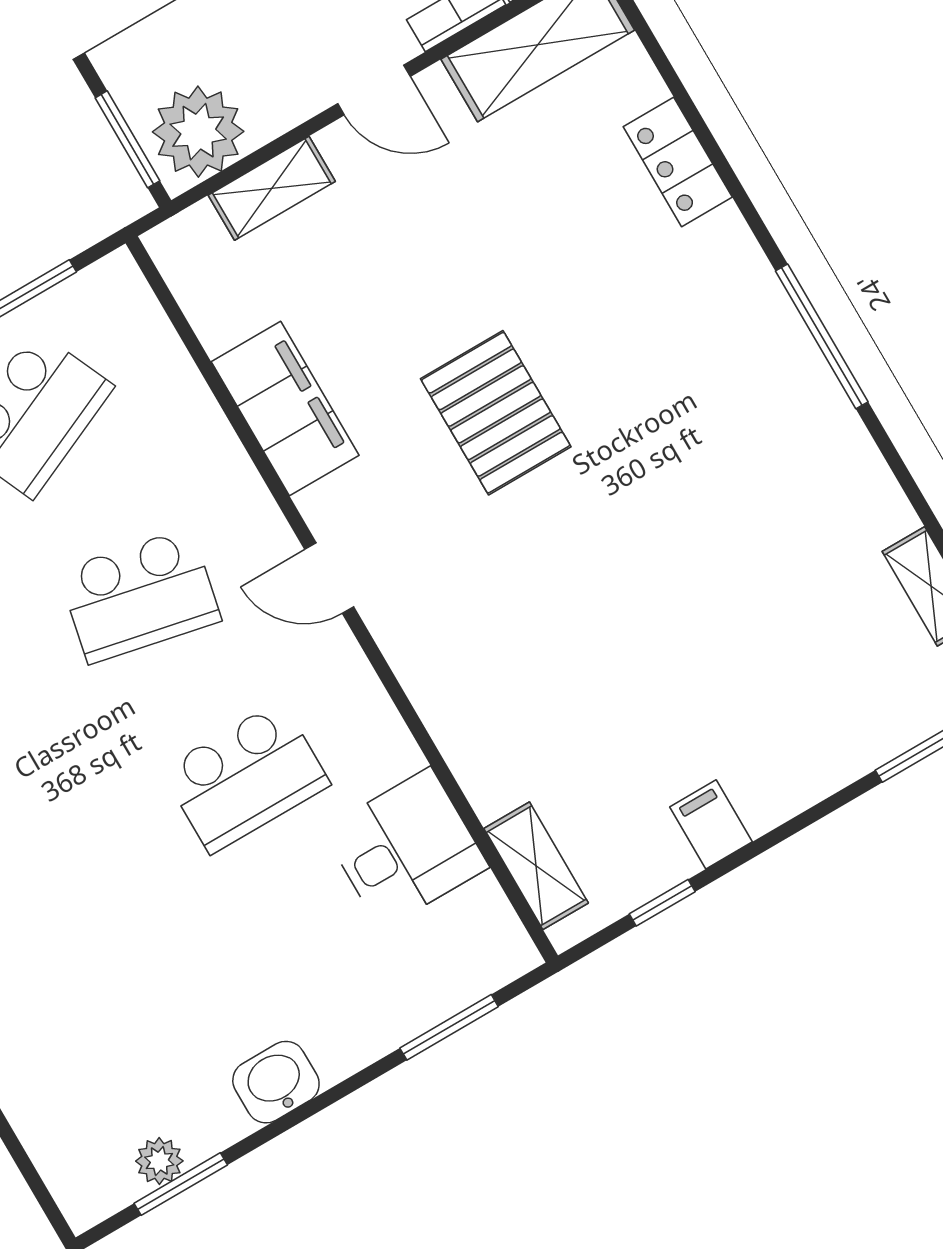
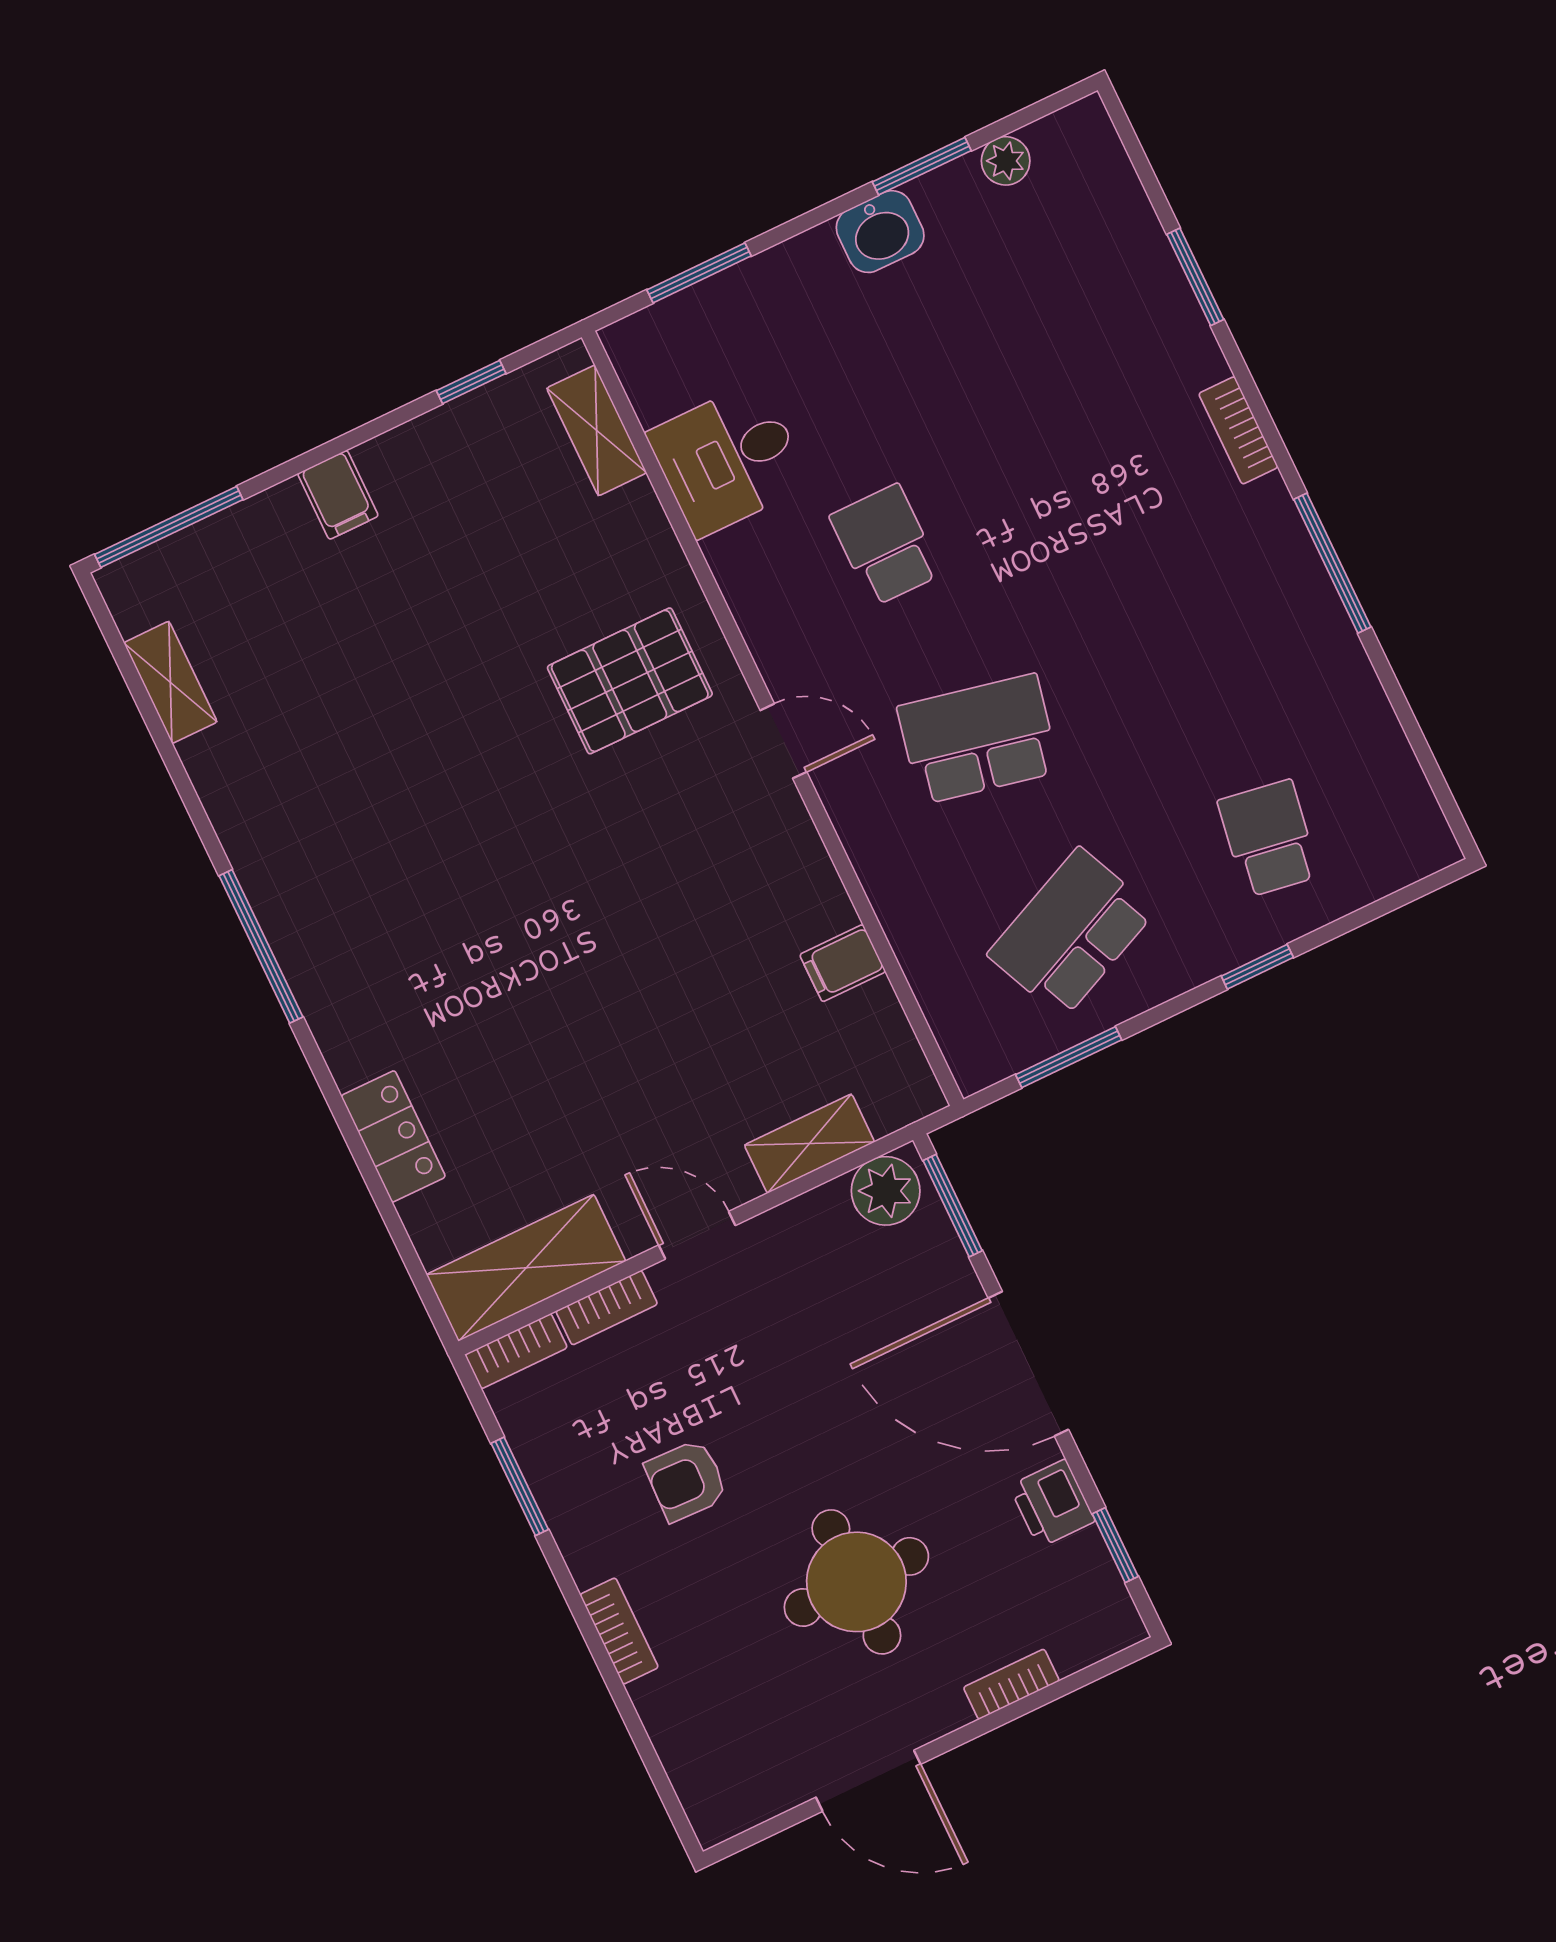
plant: (198, 132) -> (886, 1191), width x0.73, depth x0.73
filing cabinet: (285, 408) -> (843, 963), width x0.33, depth x0.86
pallet: (496, 413) -> (630, 681), moved, turned 90
school desk: (246, 777) -> (885, 545), width x0.54
filing cabinet: (711, 824) -> (338, 495), moved
window: (181, 1184) -> (922, 166), moved

